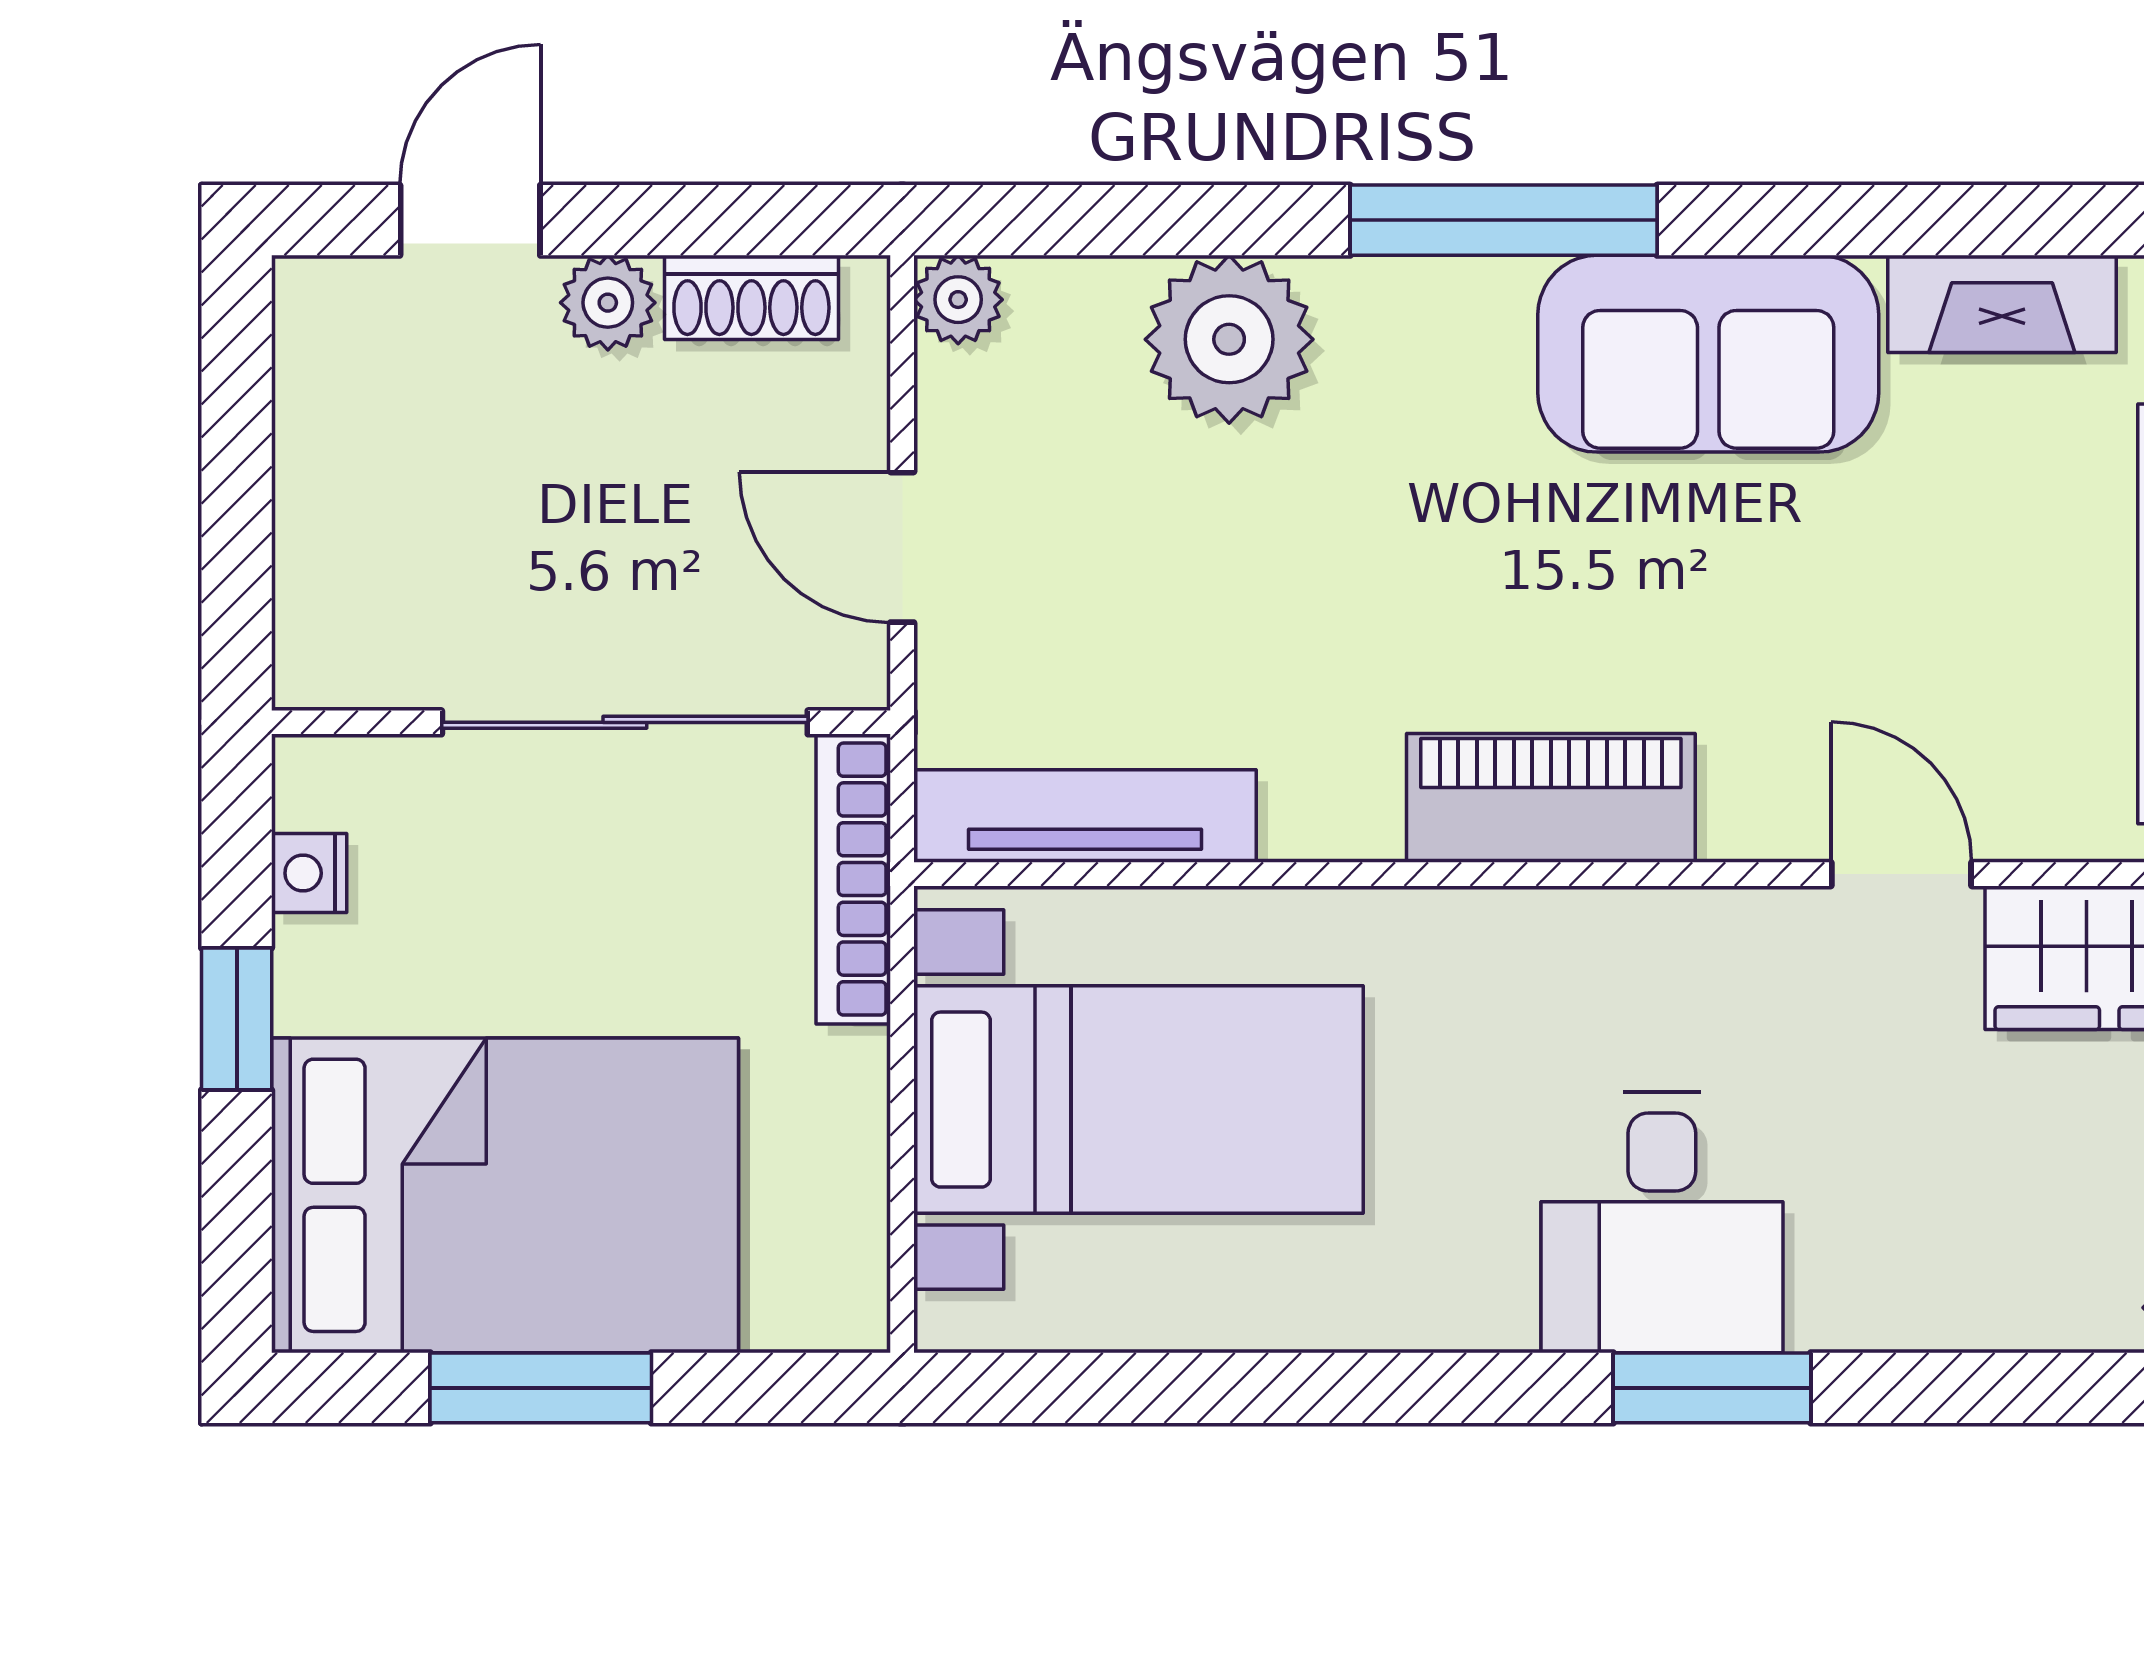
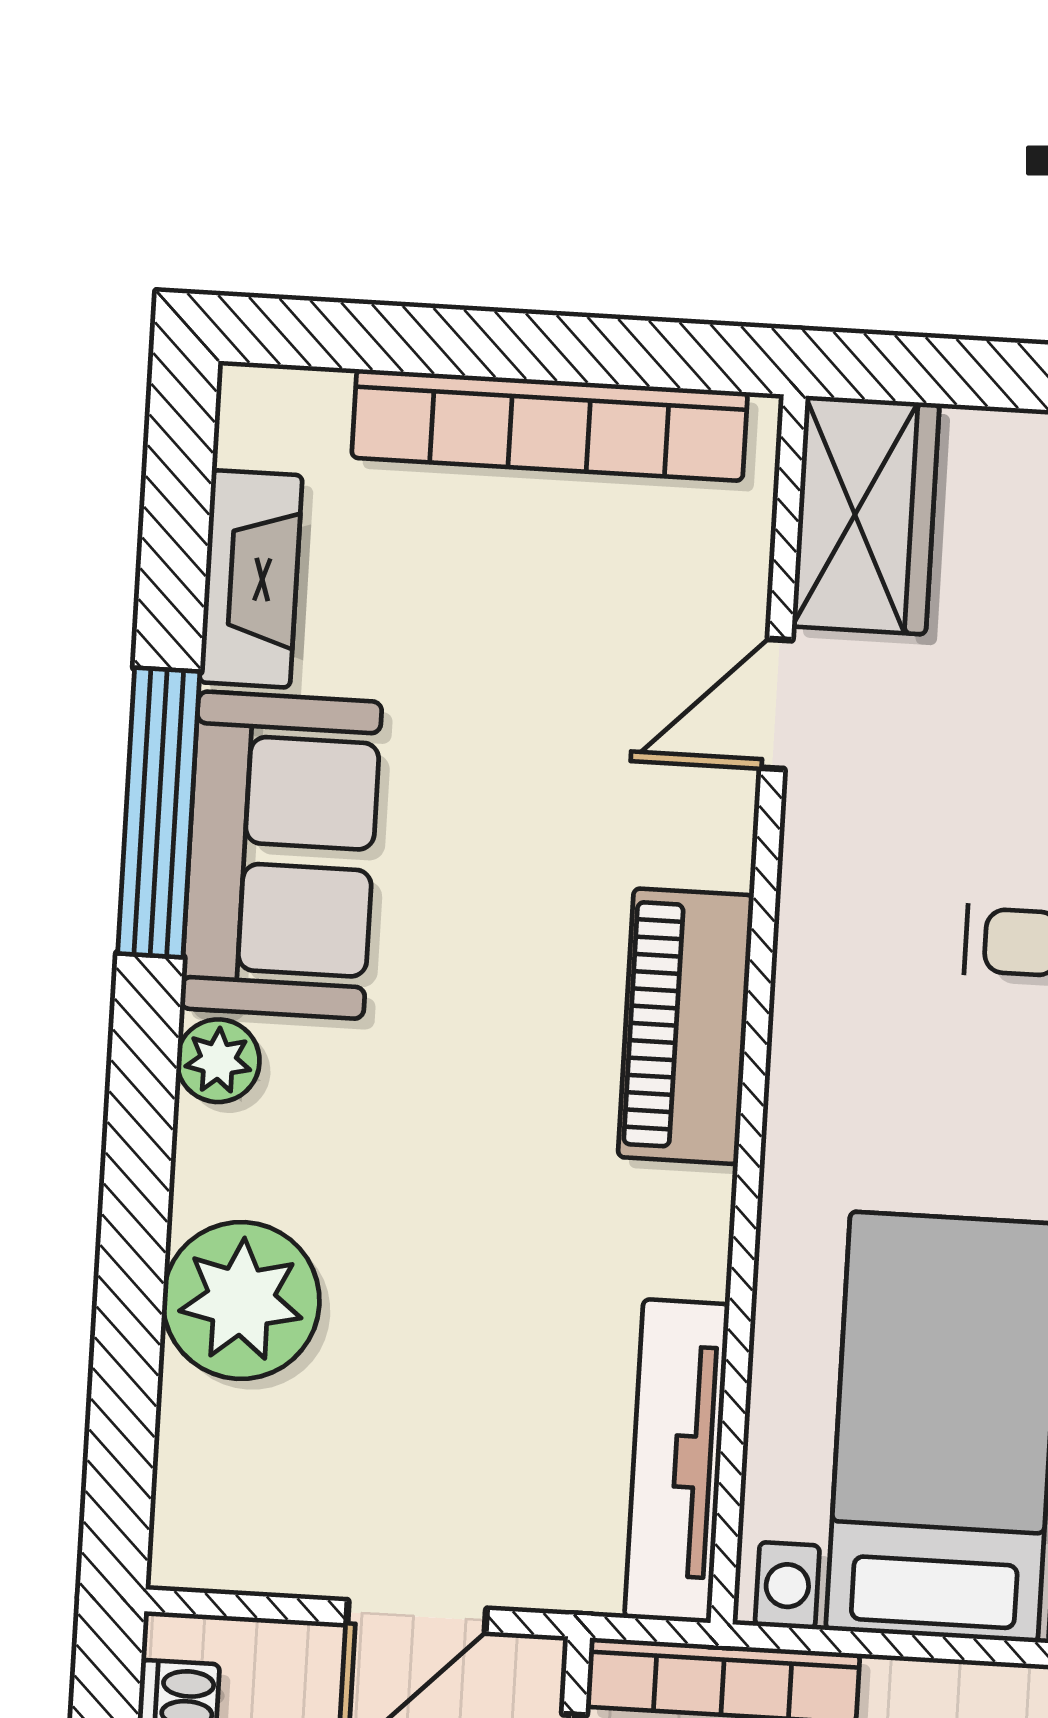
window: (1504, 220) -> (159, 813), moved
plant: (958, 300) -> (218, 1061), moved

